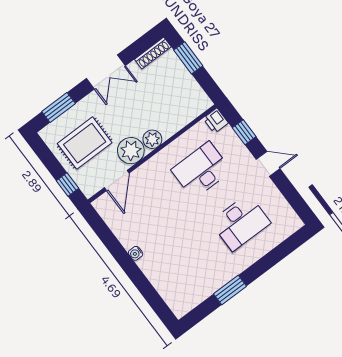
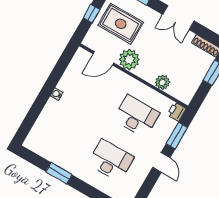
window: (244, 132) -> (177, 136), width x1.50
plant: (152, 139) -> (162, 82), moved
window: (67, 184) -> (92, 14), moved
desk: (241, 222) -> (111, 160), turned 180

